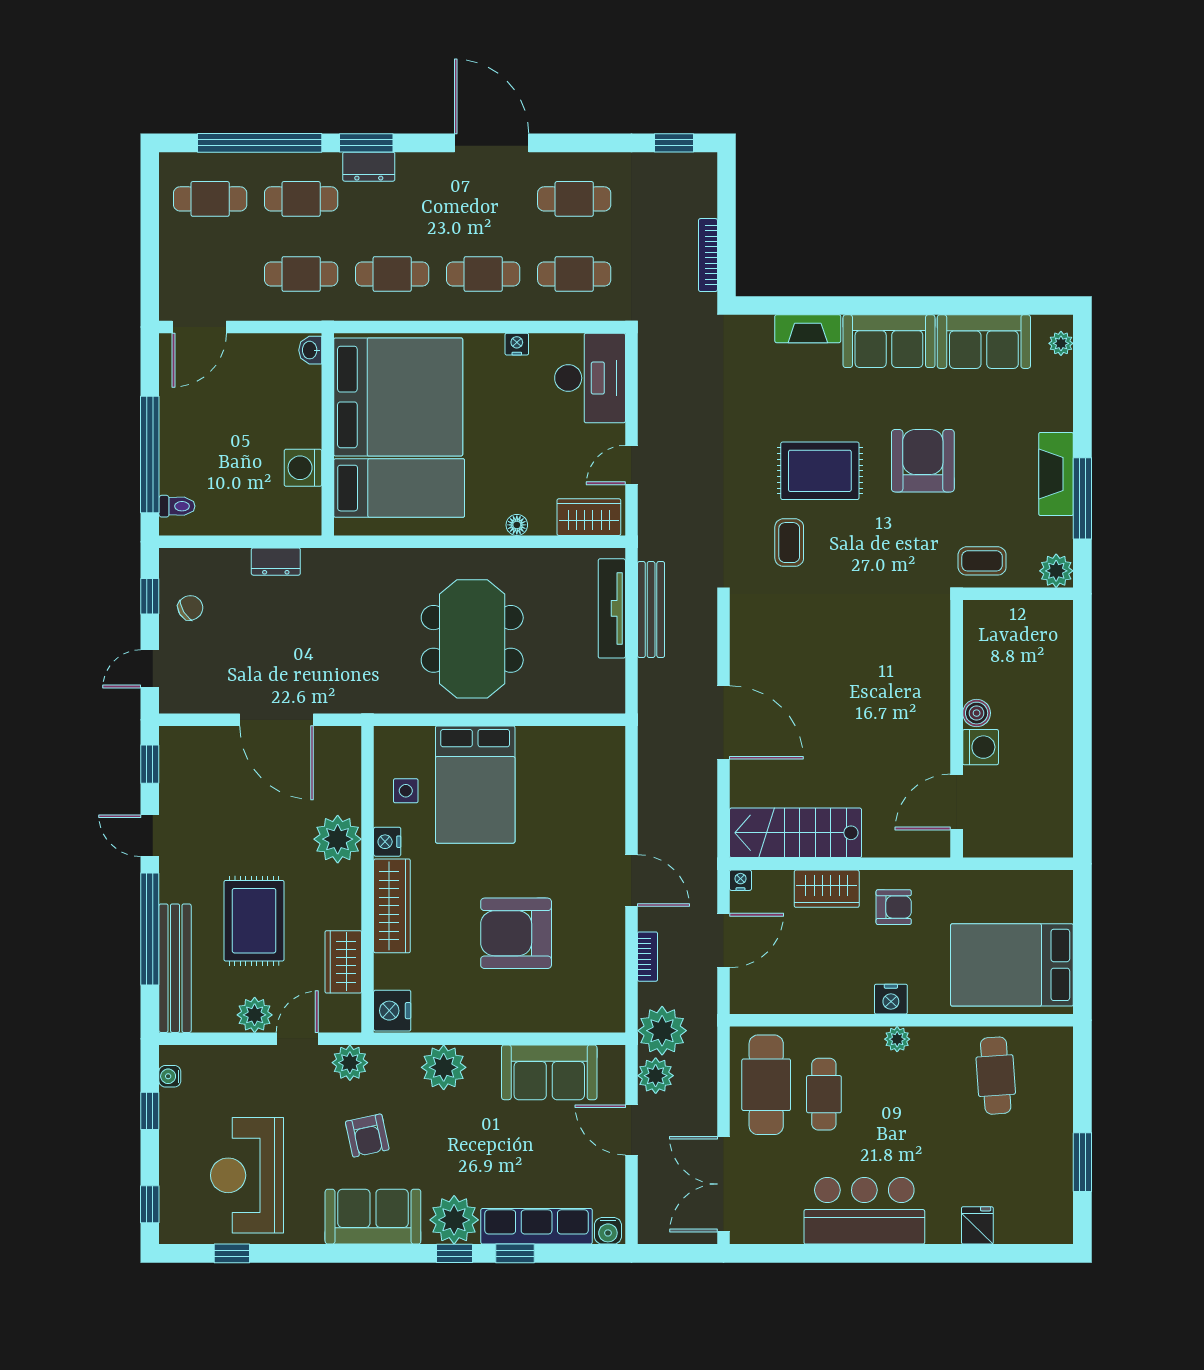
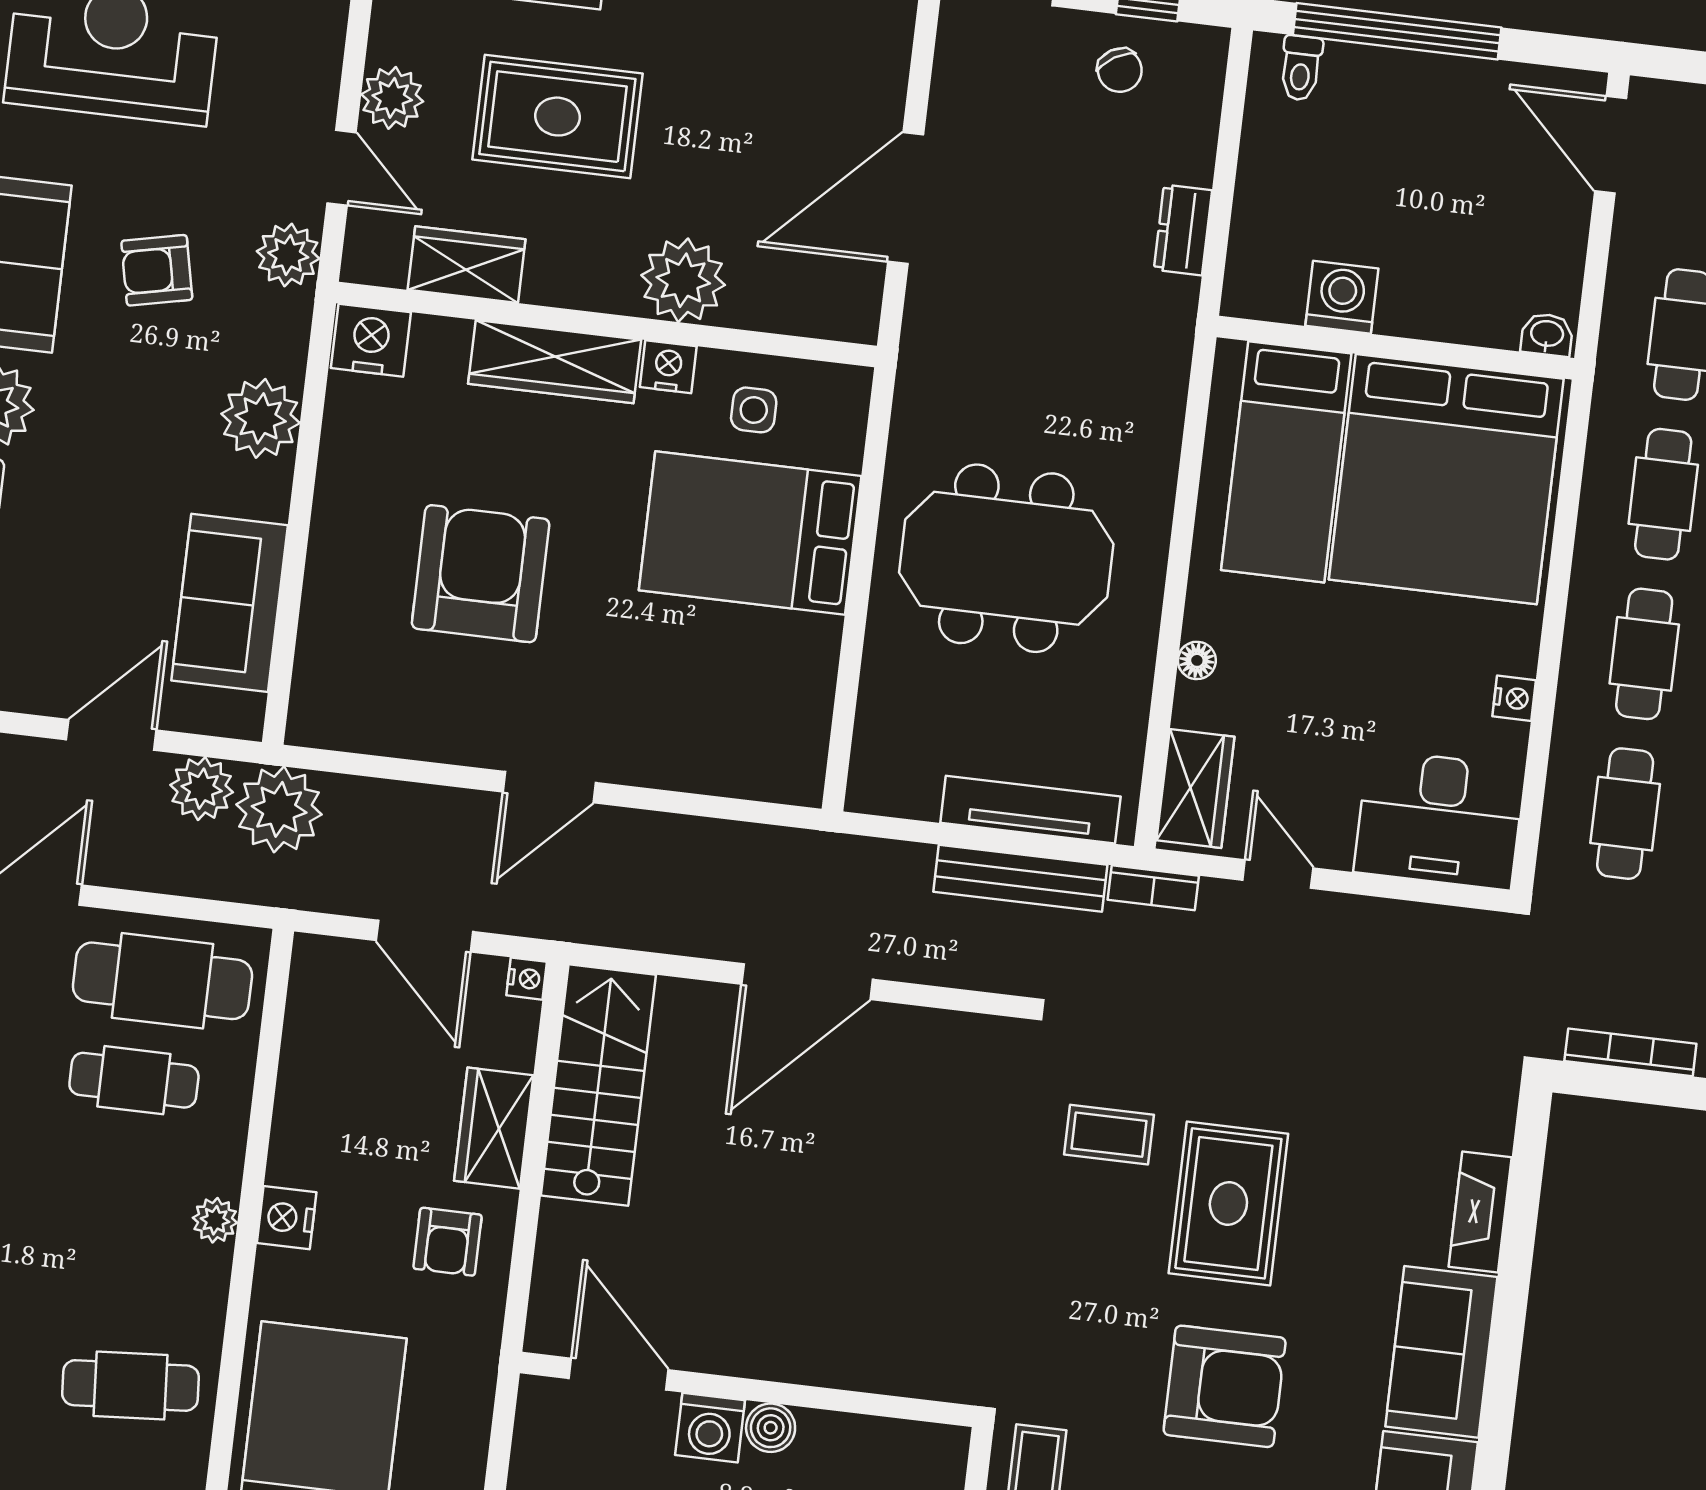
bookcase: (647, 957) -> (1153, 888), moved

